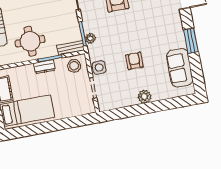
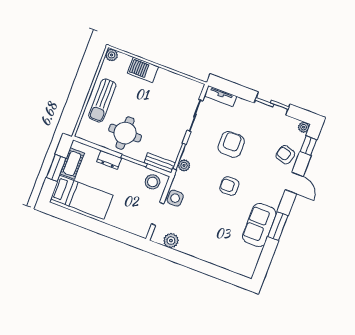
armchair: (134, 61) -> (229, 186), moved, turned -90
dresser: (44, 67) -> (109, 160), moved
sofa: (180, 68) -> (259, 225), moved
plant: (144, 97) -> (171, 241), moved

